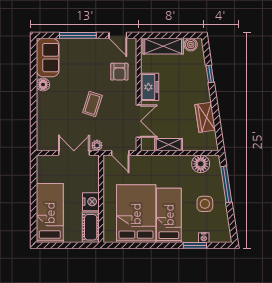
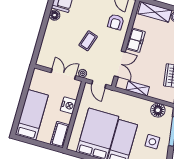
nightstand: (91, 202) -> (68, 105), moved

